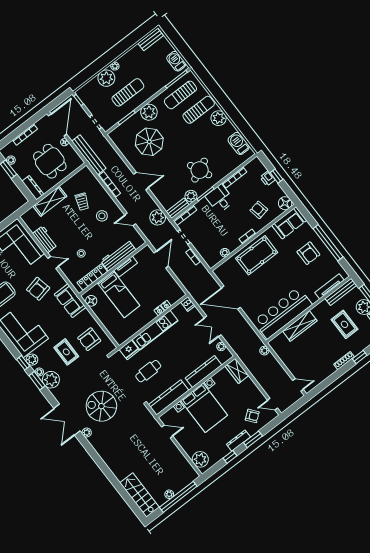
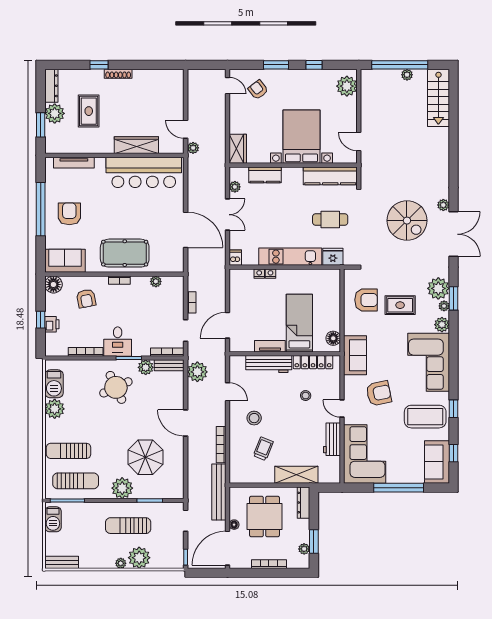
plant: (219, 118) -> (55, 409), moved
bench: (341, 292) -> (67, 148), removed
rug: (66, 352) -> (400, 305), turned 90
window: (23, 363) -> (454, 328), removed
kitchen counter: (203, 371) -> (265, 175), width x0.67
door: (298, 385) -> (186, 129), moved
dresser: (238, 441) -> (292, 75), removed

